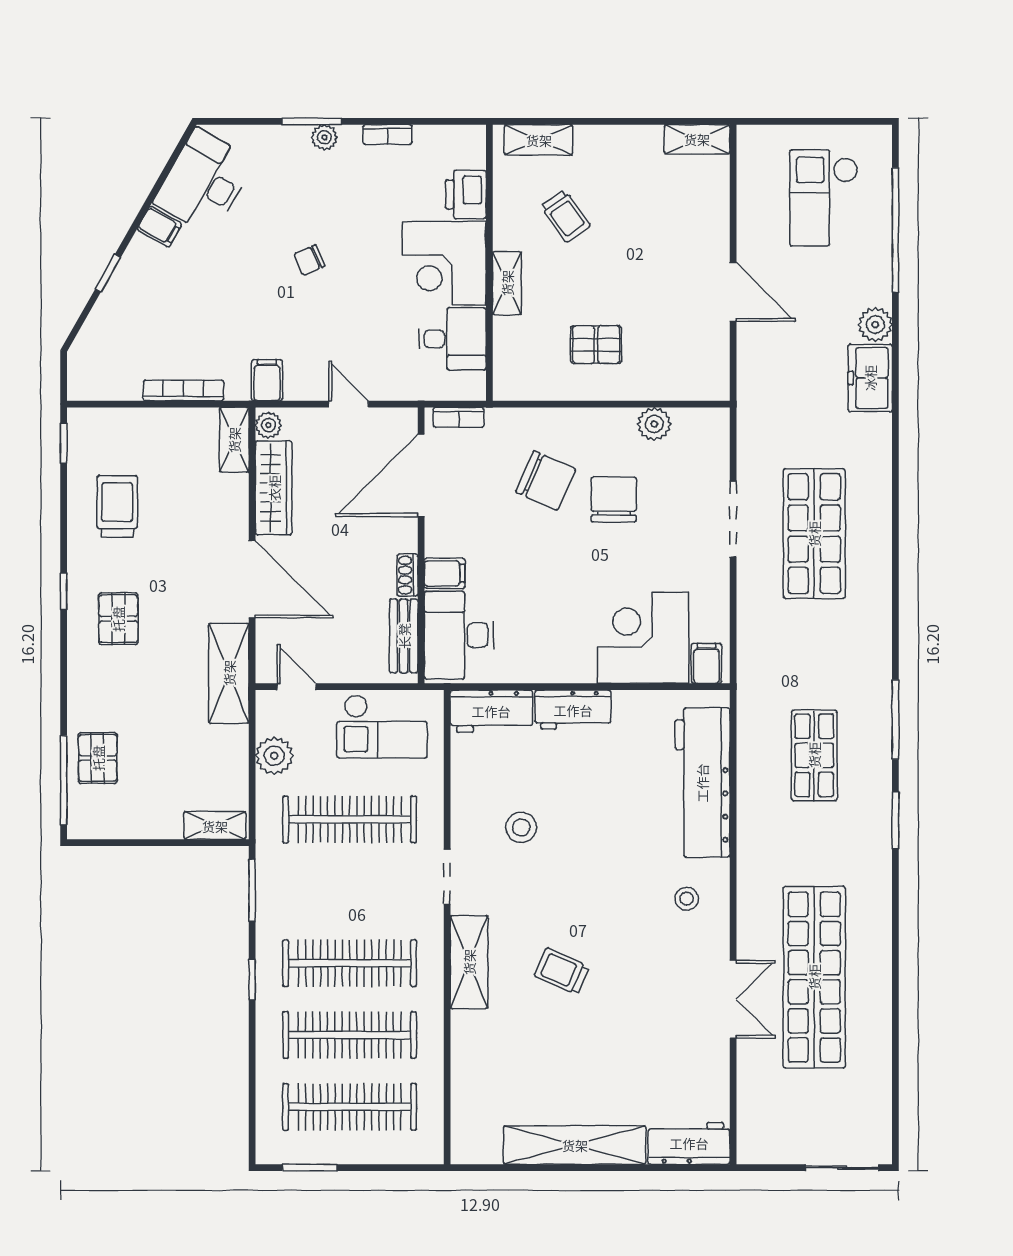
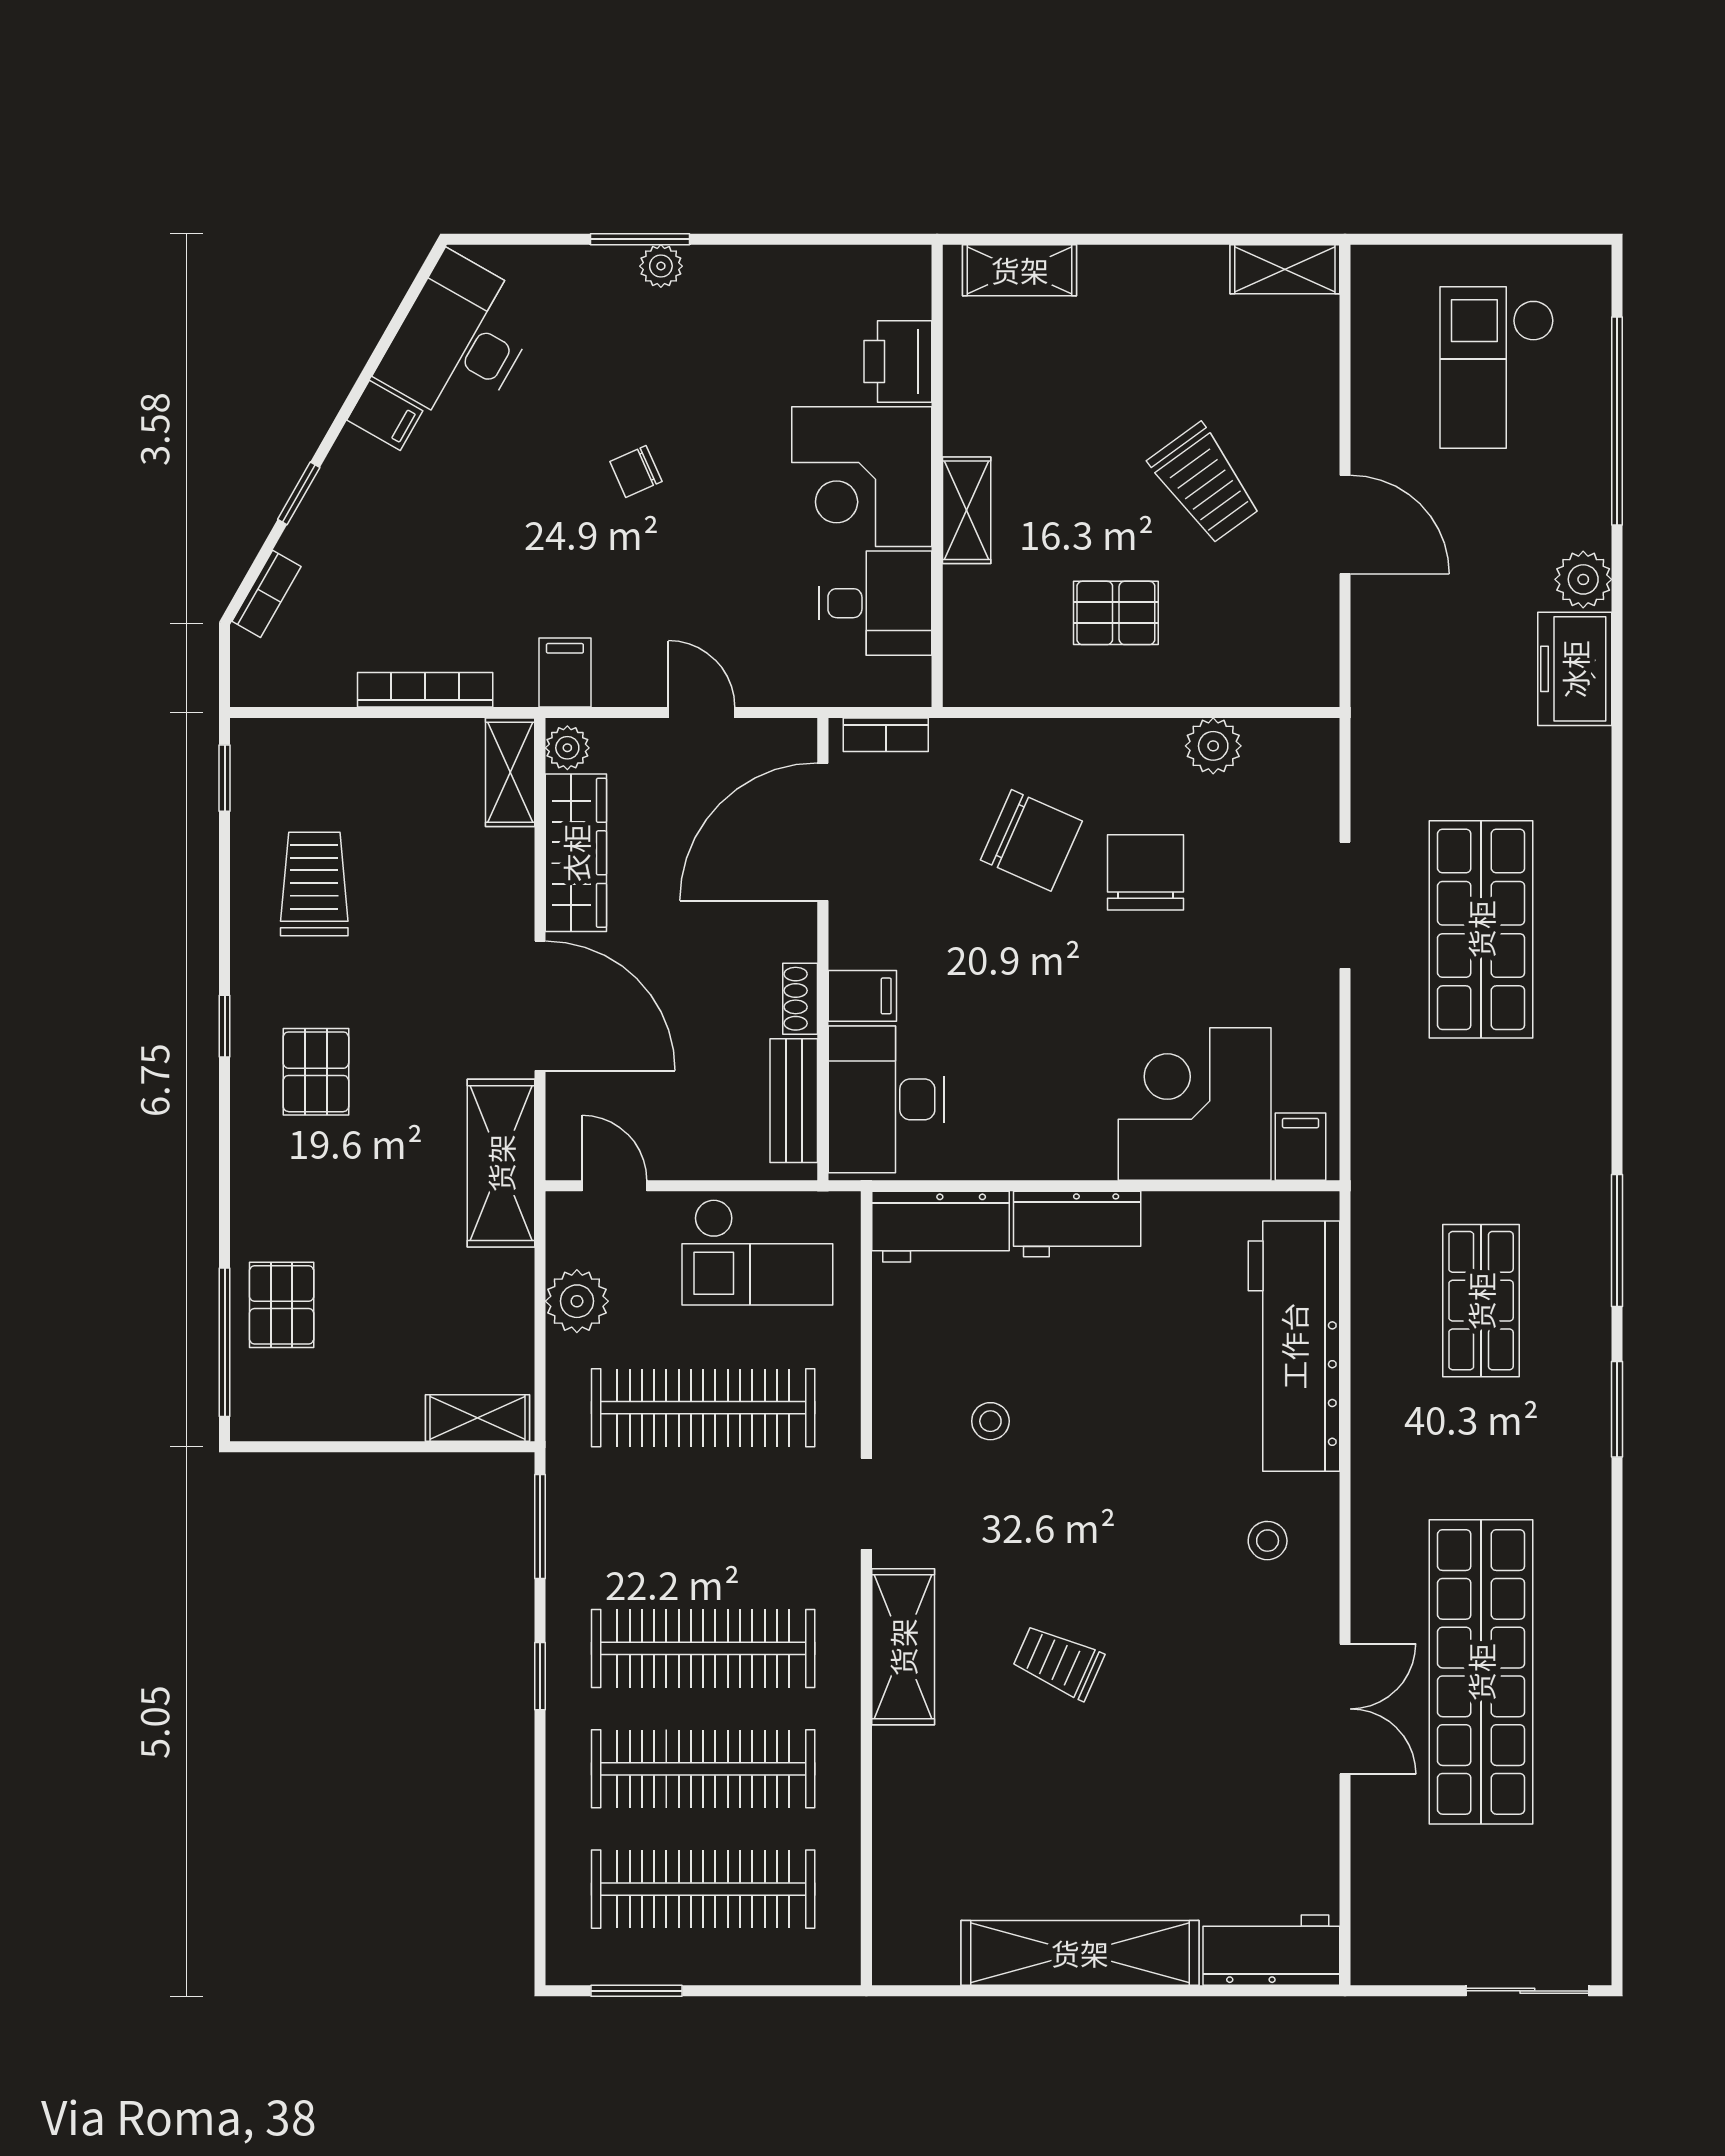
bookcase: (387, 134) -> (267, 594), moved, turned -60
trolley: (565, 216) -> (1205, 484), moved, width x1.36, depth x1.39
stool: (521, 827) -> (990, 1421), width x0.73, depth x0.73

